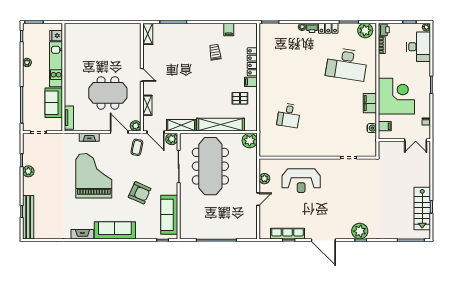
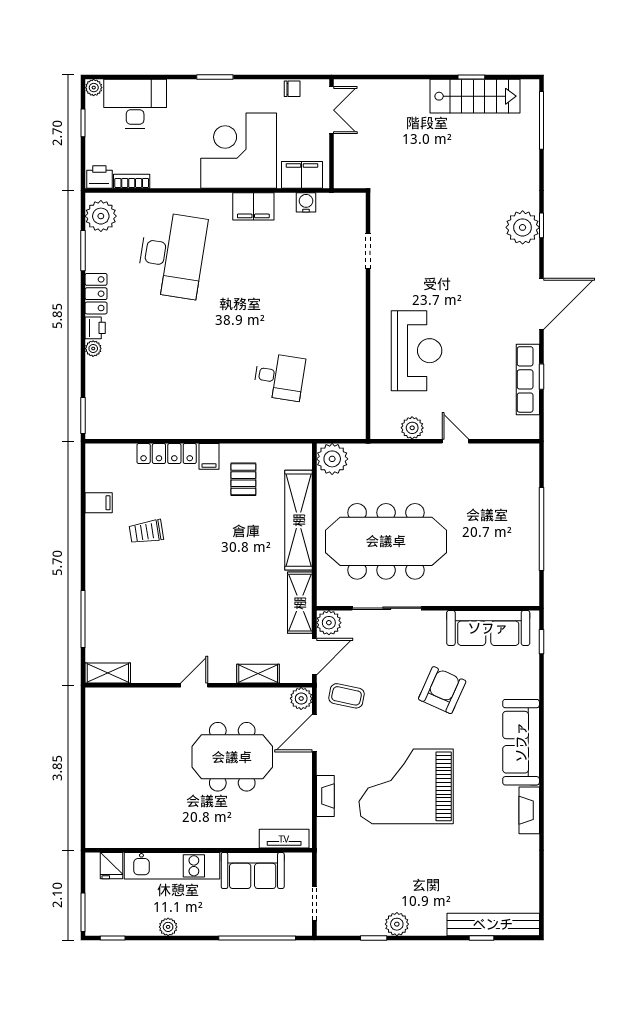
meeting table: (108, 93) -> (232, 757), turned 90
filing cabinet: (385, 126) -> (302, 175), width x2.00

